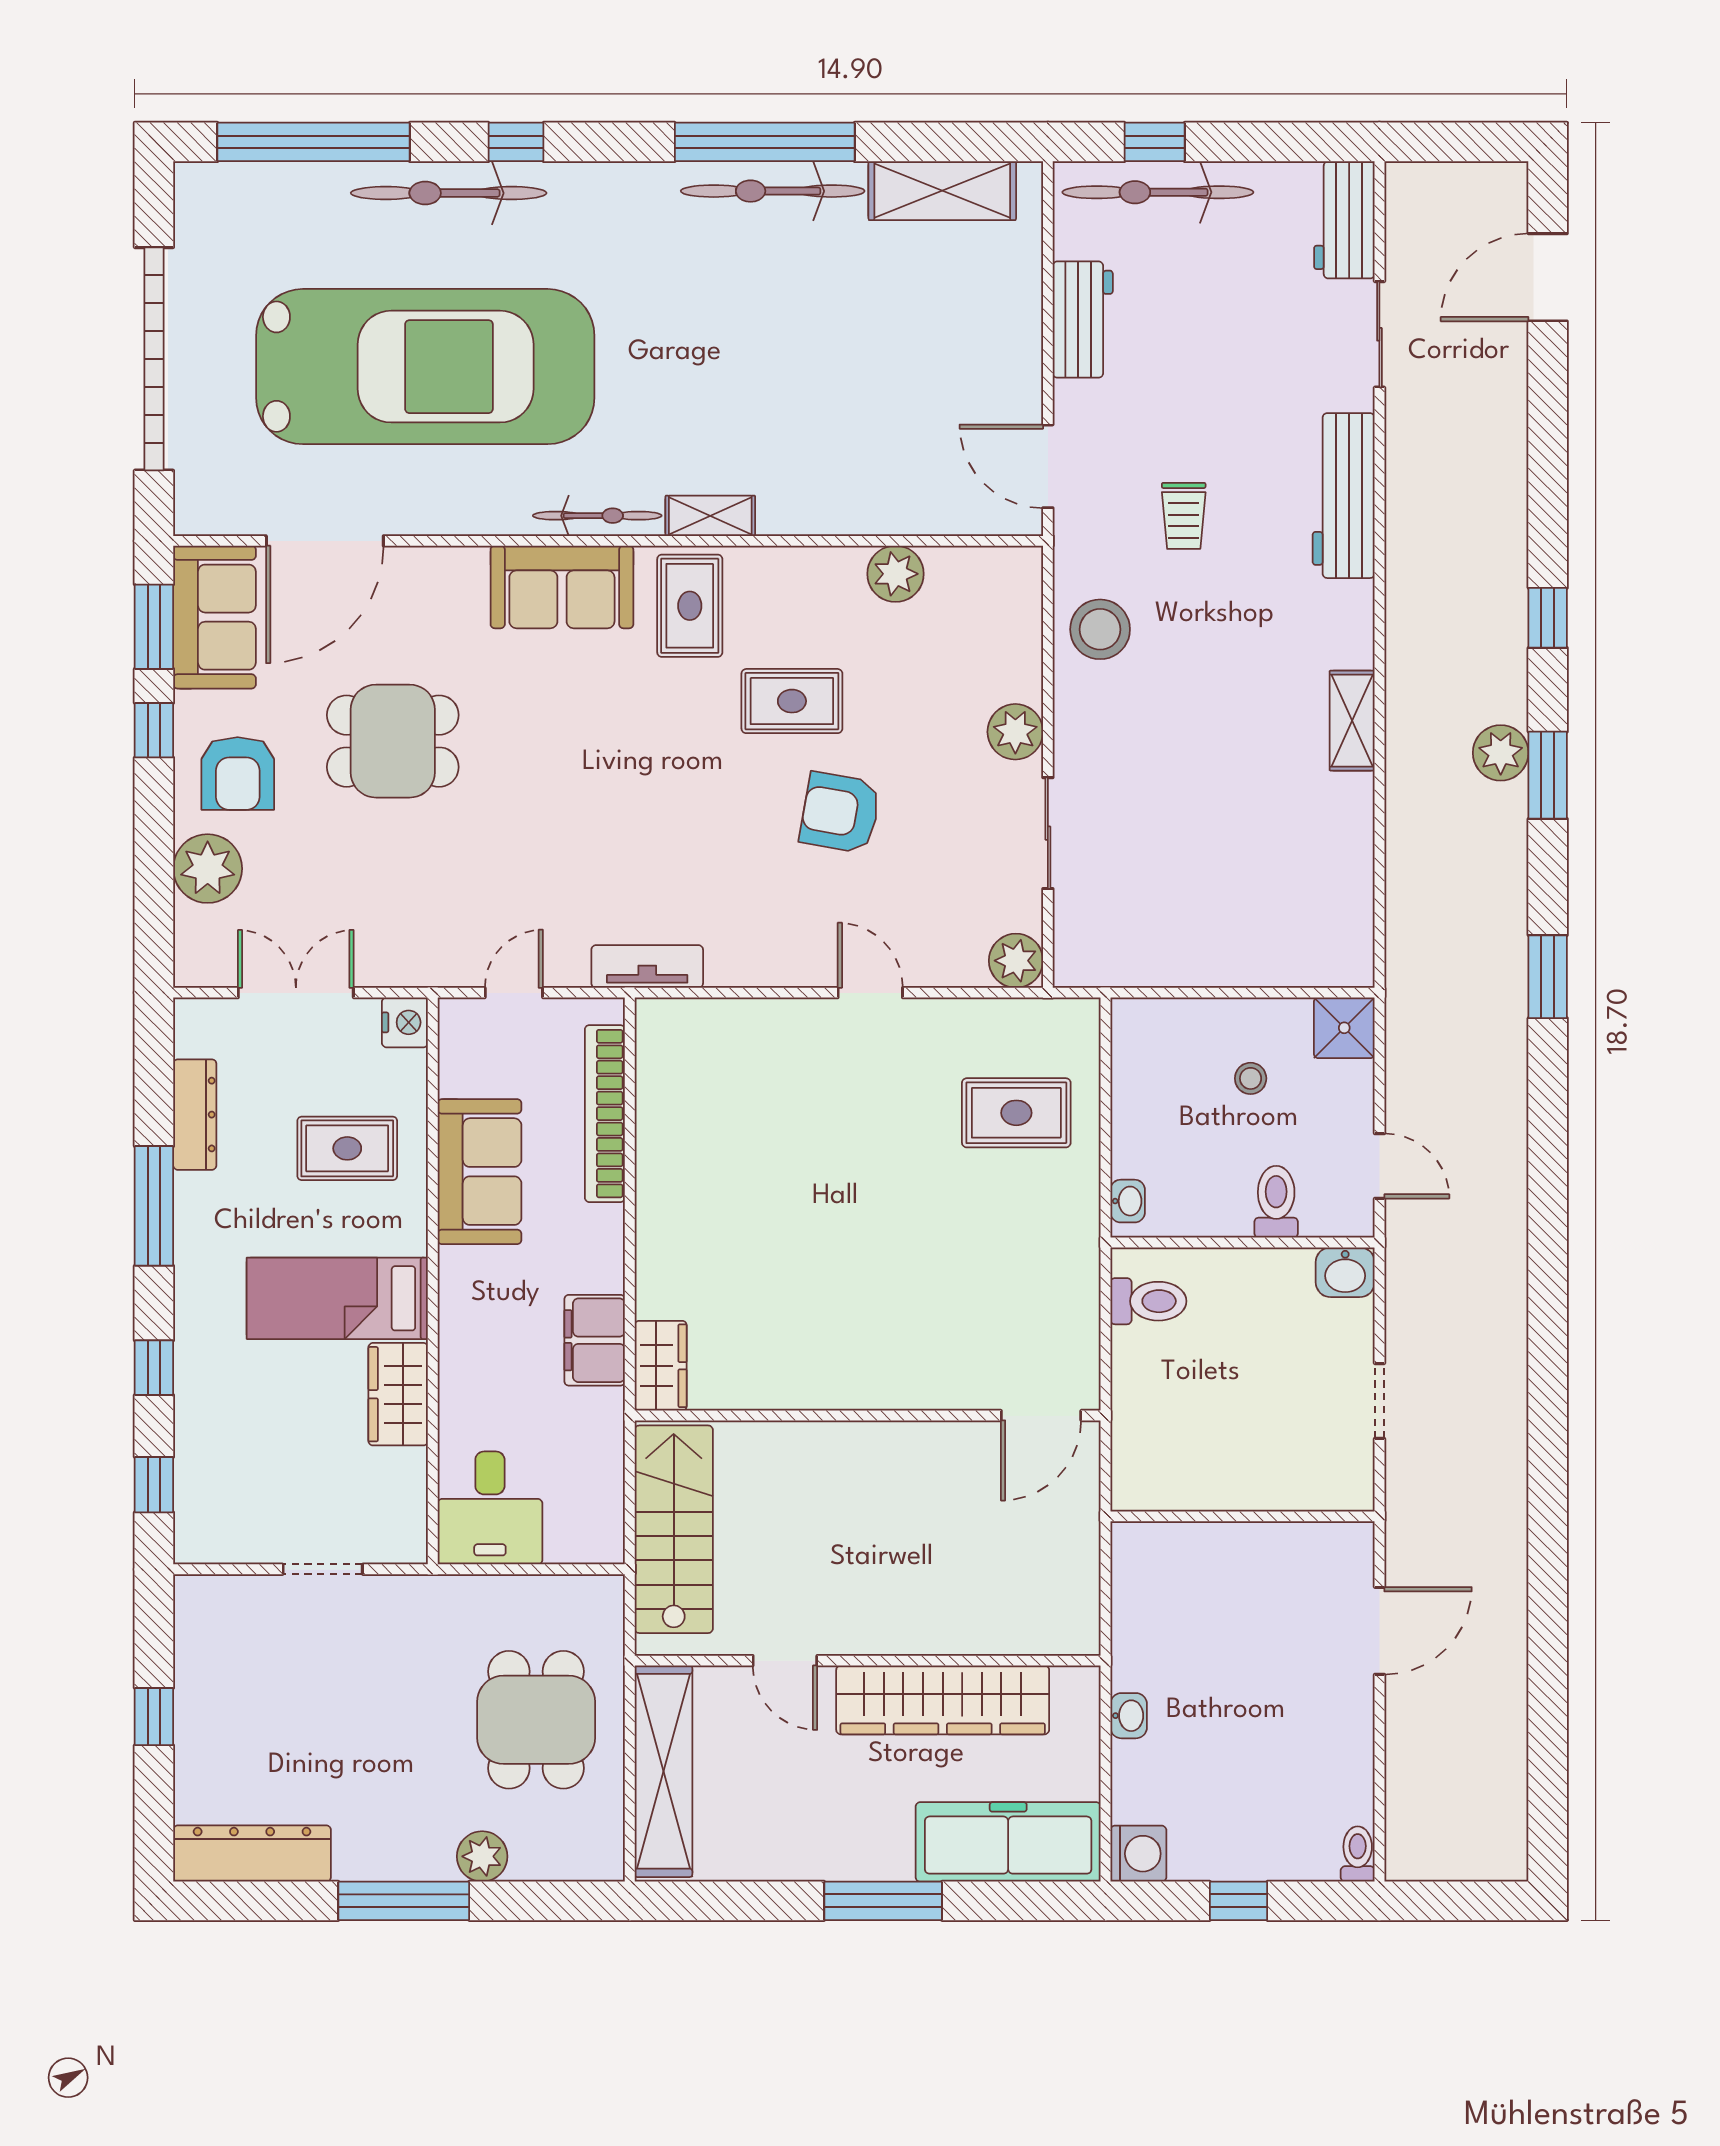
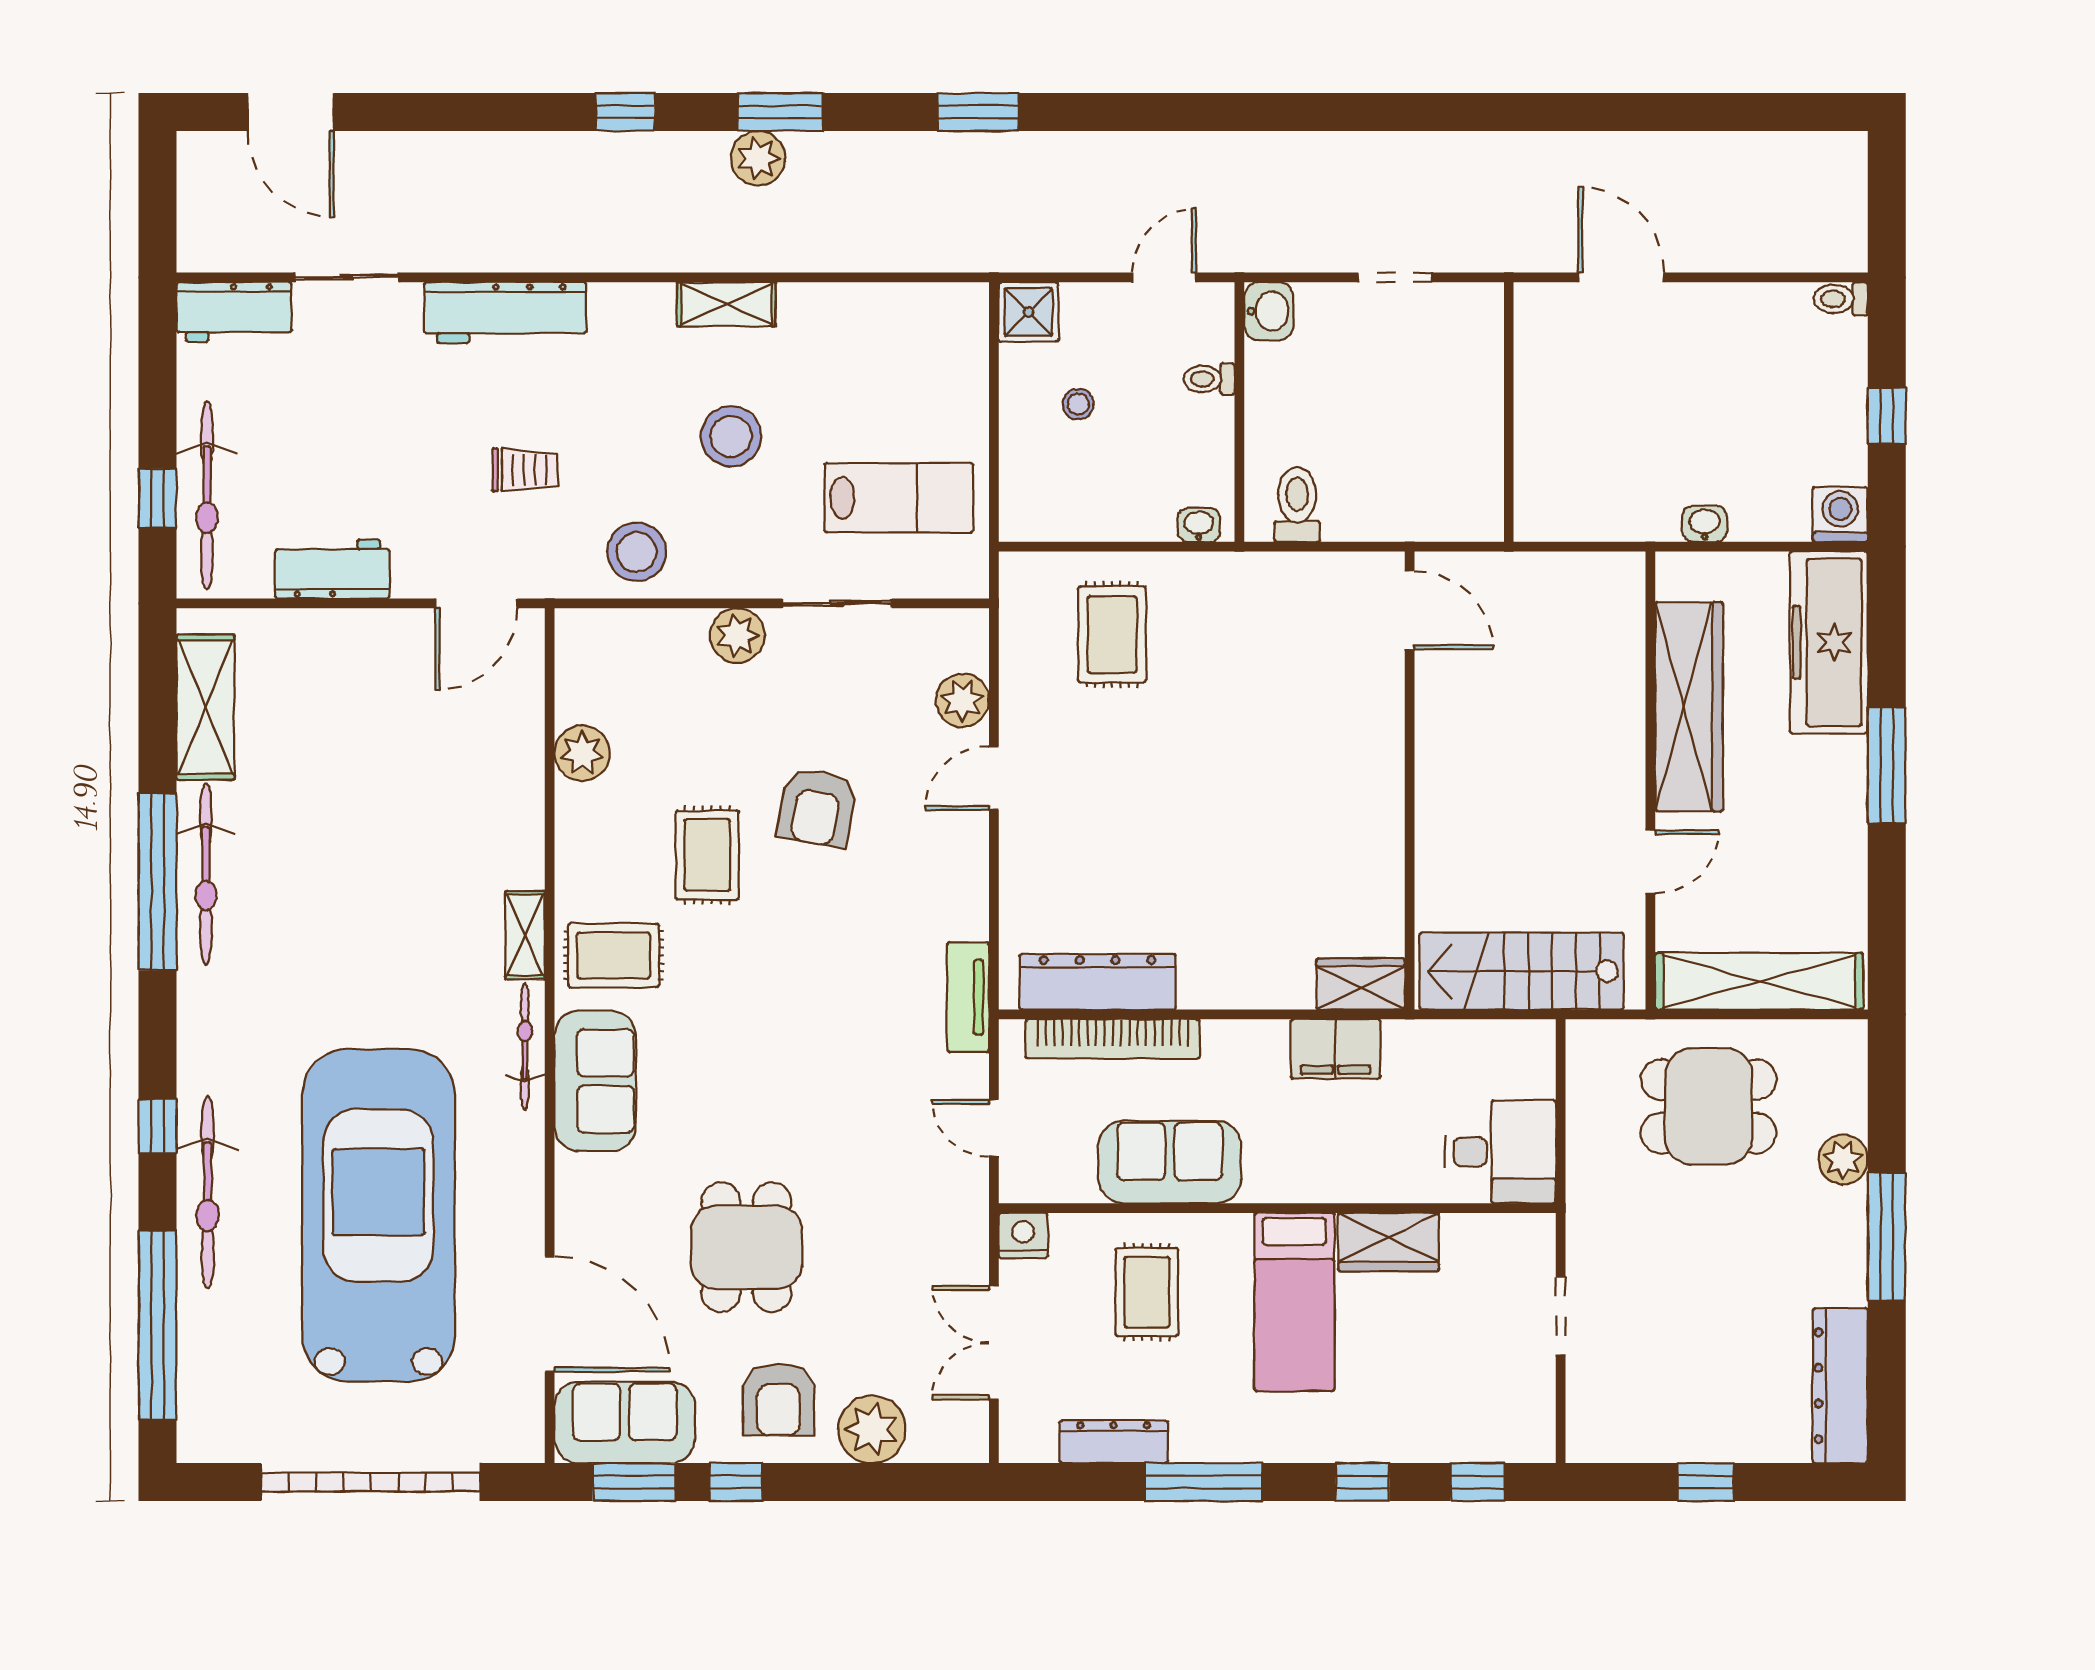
stool: (1218, 725) -> (731, 436), added
armchair: (238, 773) -> (778, 1400), turned 90
lab bench: (1155, 896) -> (899, 498), added
plant: (1016, 961) -> (962, 700), moved
dresser: (663, 1098) -> (1098, 982), added
toilet: (1276, 1202) -> (1209, 379), width x0.73, depth x0.72

